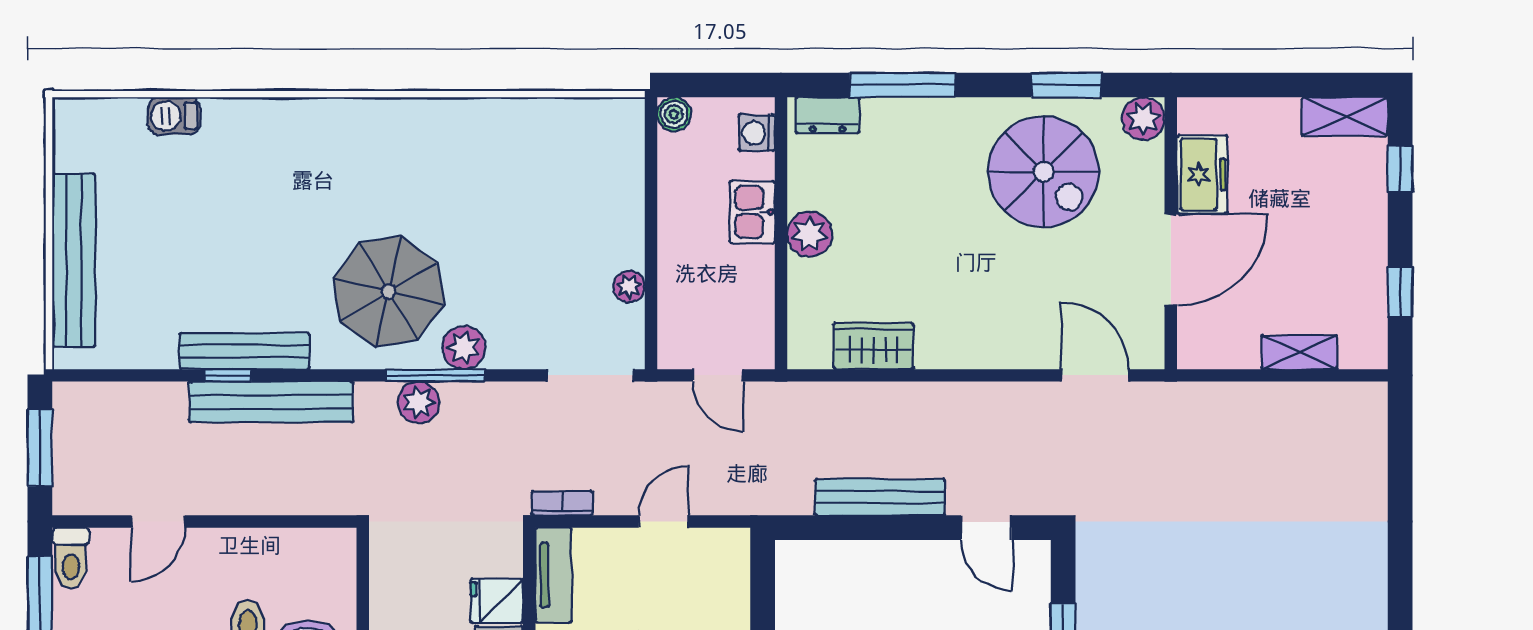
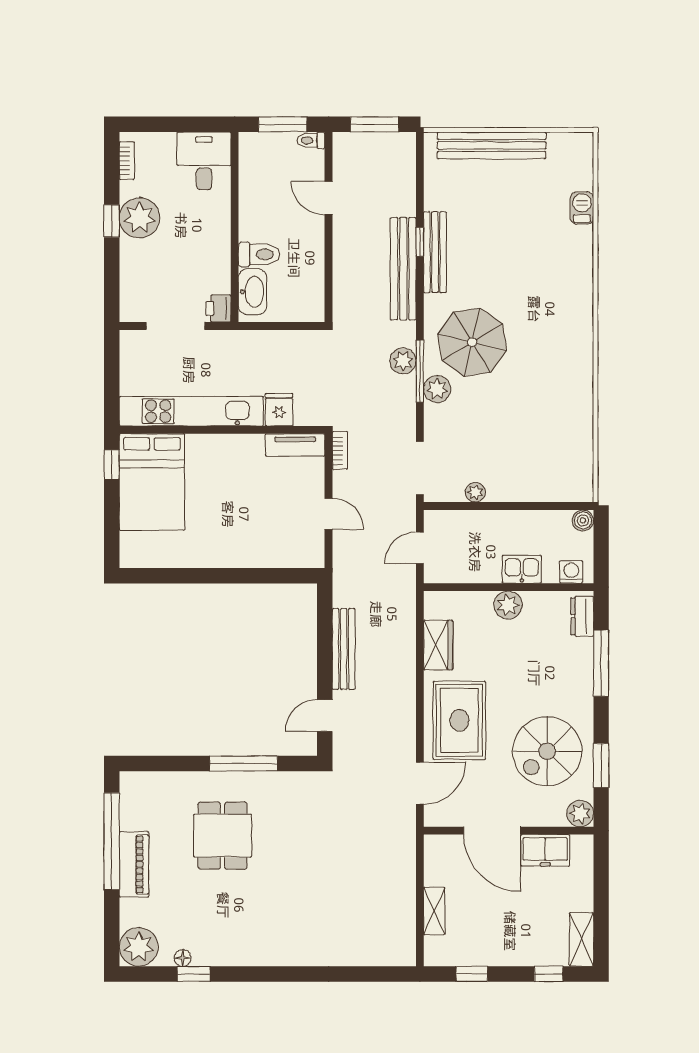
rug: (994, 312) -> (459, 720), added
toilet: (71, 558) -> (311, 140), width x0.73, depth x0.72

